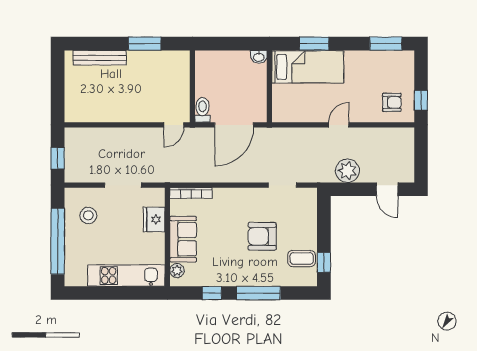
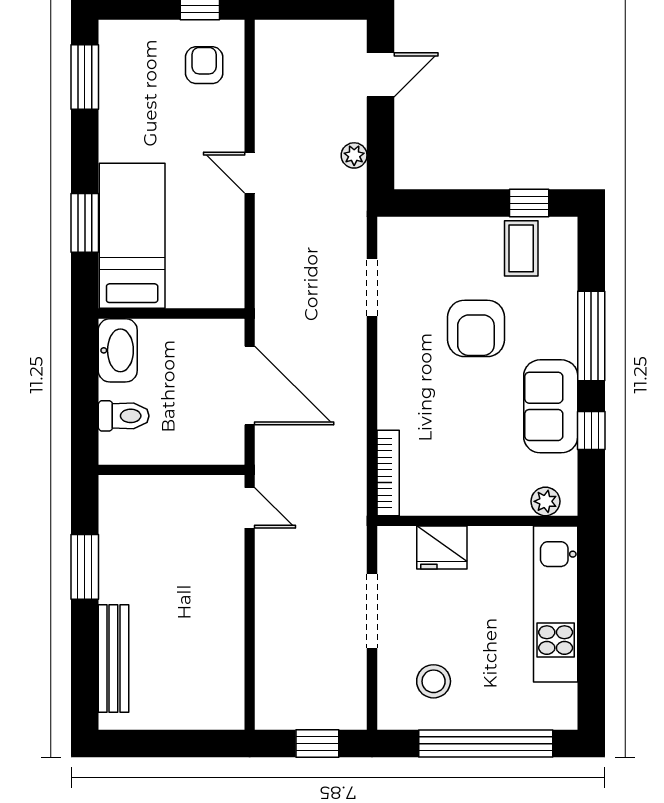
washbasin: (259, 57) -> (118, 350), width x1.91, depth x1.45
toilet: (203, 110) -> (124, 416), moved, turned 180
plant: (347, 171) -> (354, 155), width x0.53, depth x0.53
sofa: (183, 239) -> (551, 406), moved, turned -90

